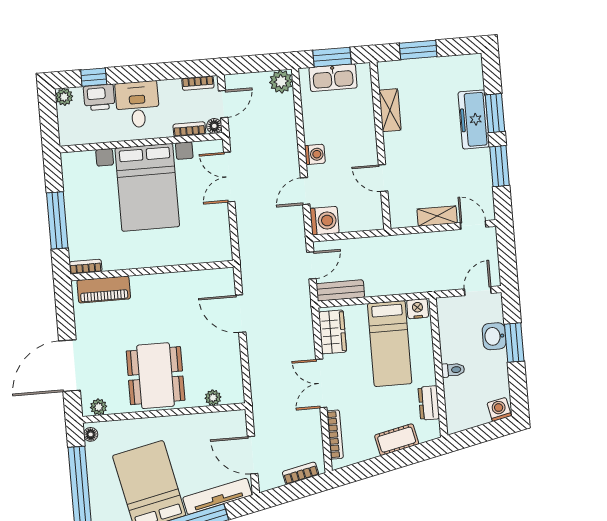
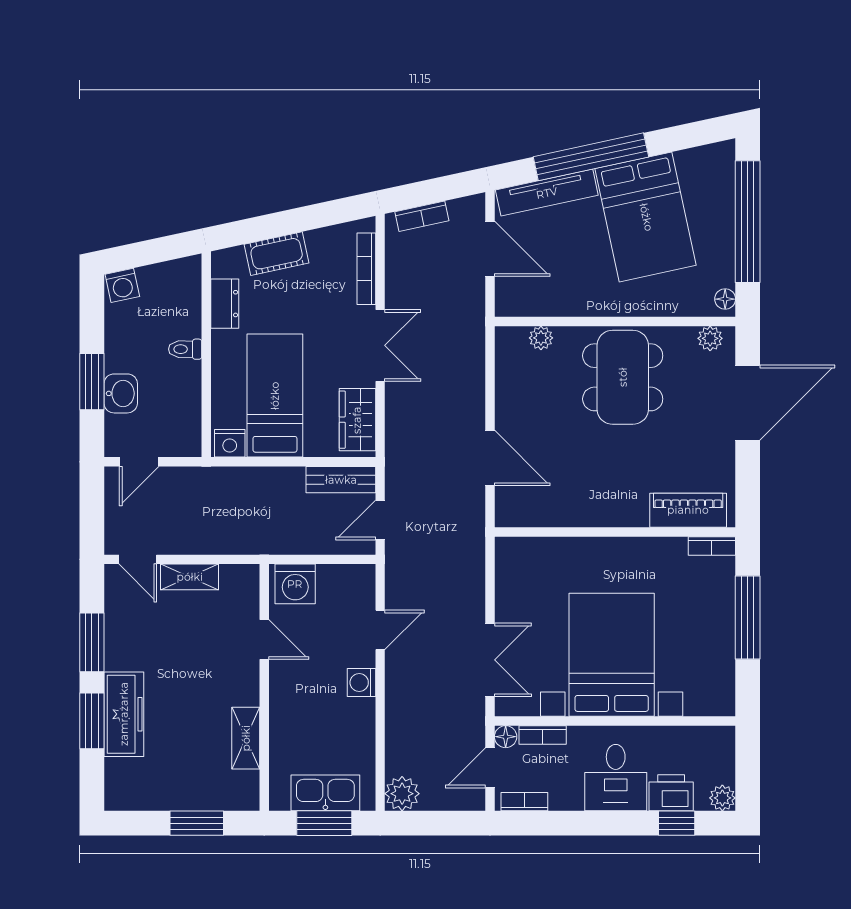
washing machine: (324, 221) -> (295, 584), moved, turned -90

